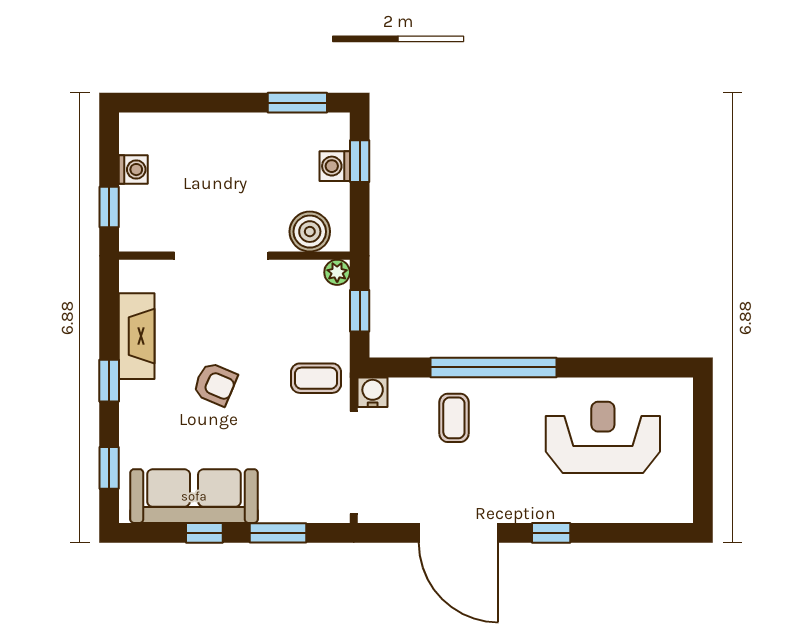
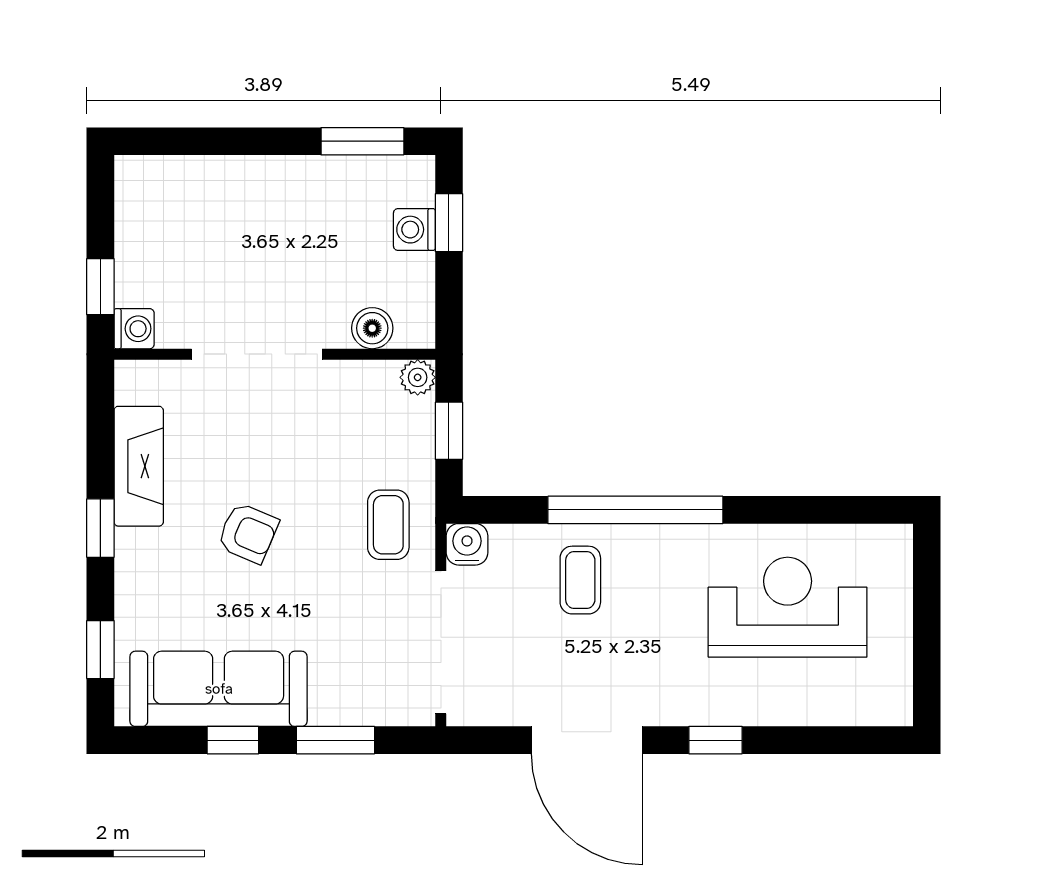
washing machine: (133, 170) -> (134, 329), moved
boiler: (310, 232) -> (372, 328), width x0.73, depth x0.73
coffee table: (316, 378) -> (388, 525), turned 90

